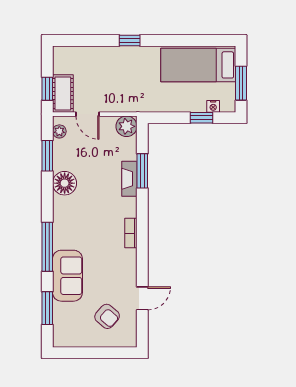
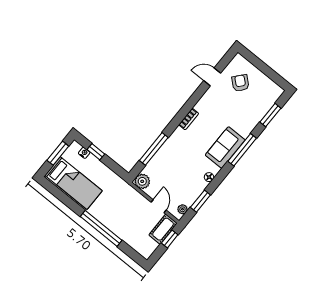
window: (130, 41) -> (101, 228), width x3.17
window: (142, 171) -> (154, 149), width x1.44
fireplace: (129, 179) -> (165, 150), removed
floor lamp: (65, 183) -> (209, 177), width x0.53, depth x0.53
sofa: (67, 276) -> (225, 147), moved

